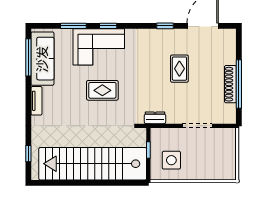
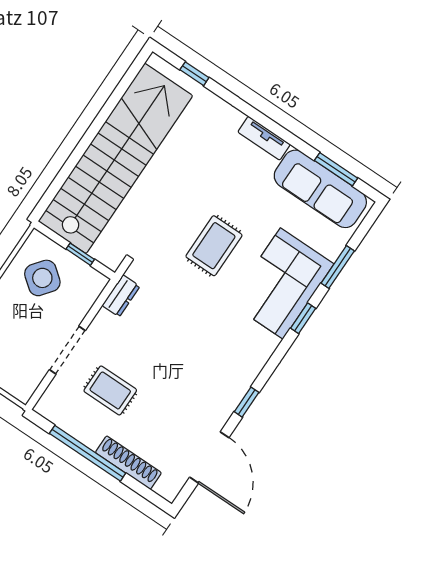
window: (28, 57) -> (336, 169), width x0.69
rug: (179, 69) -> (110, 390), moved
shoe rack: (230, 84) -> (128, 463), moved
side table: (171, 160) -> (42, 278), turned 38

